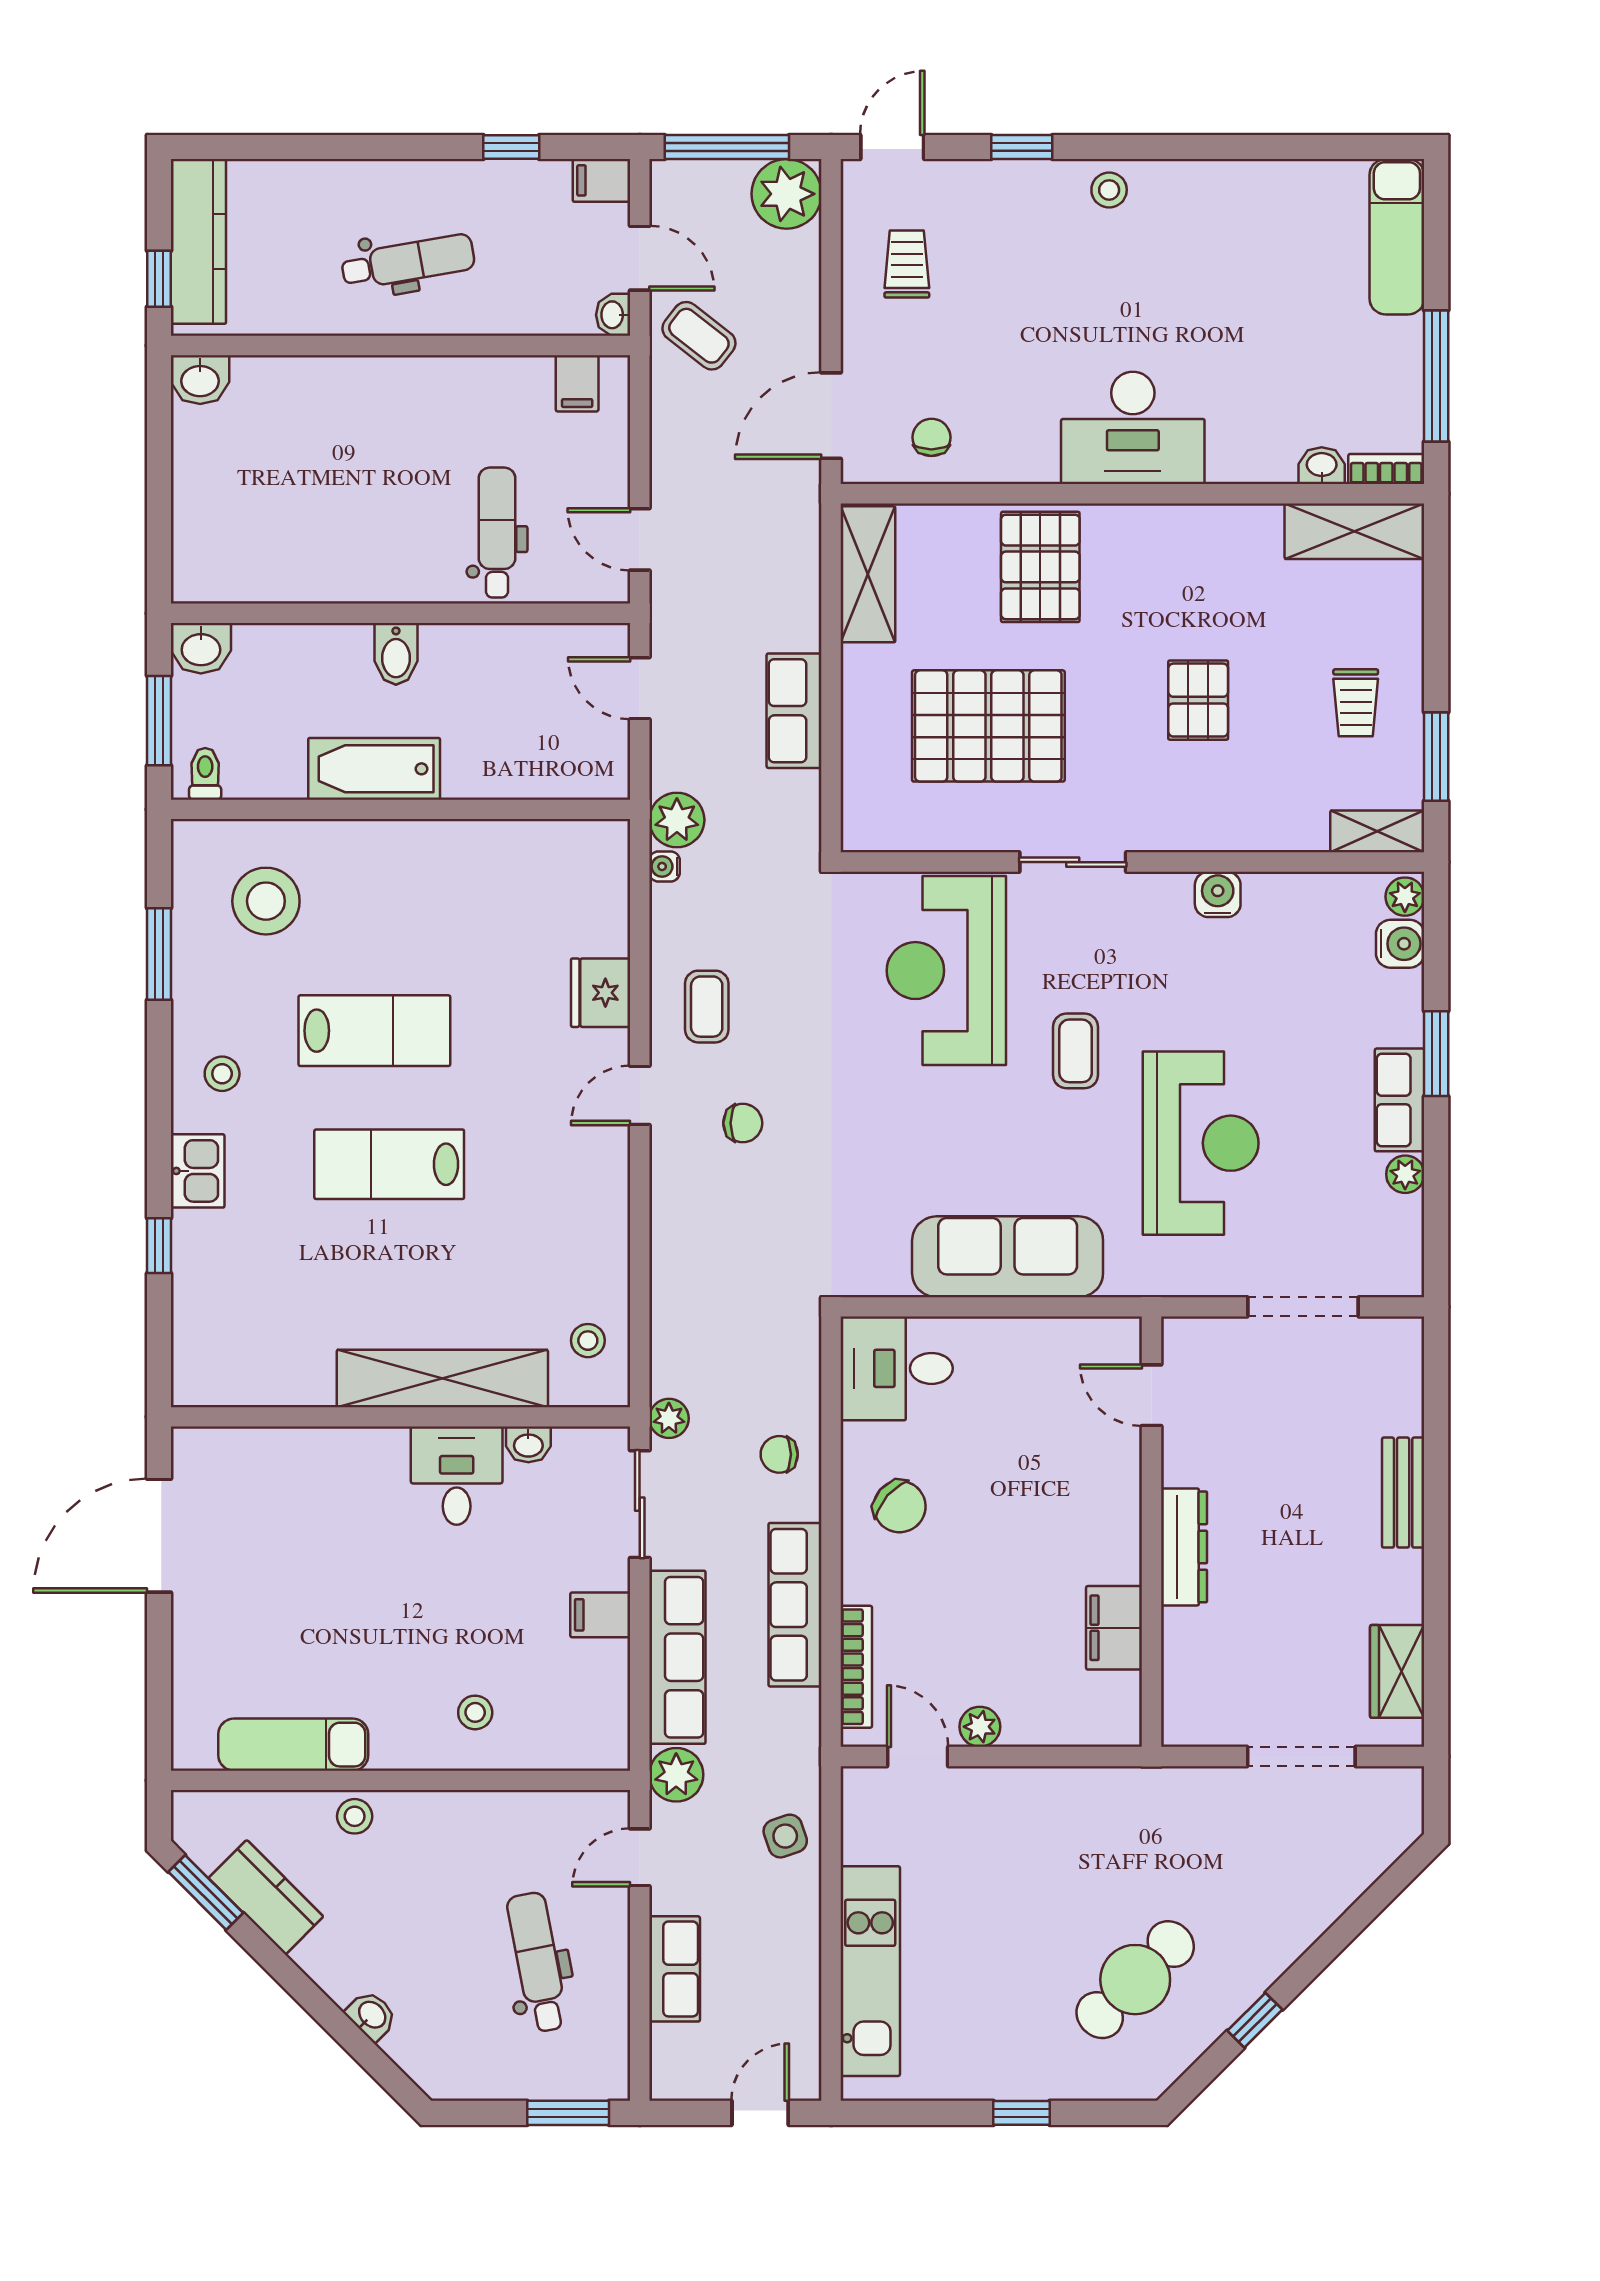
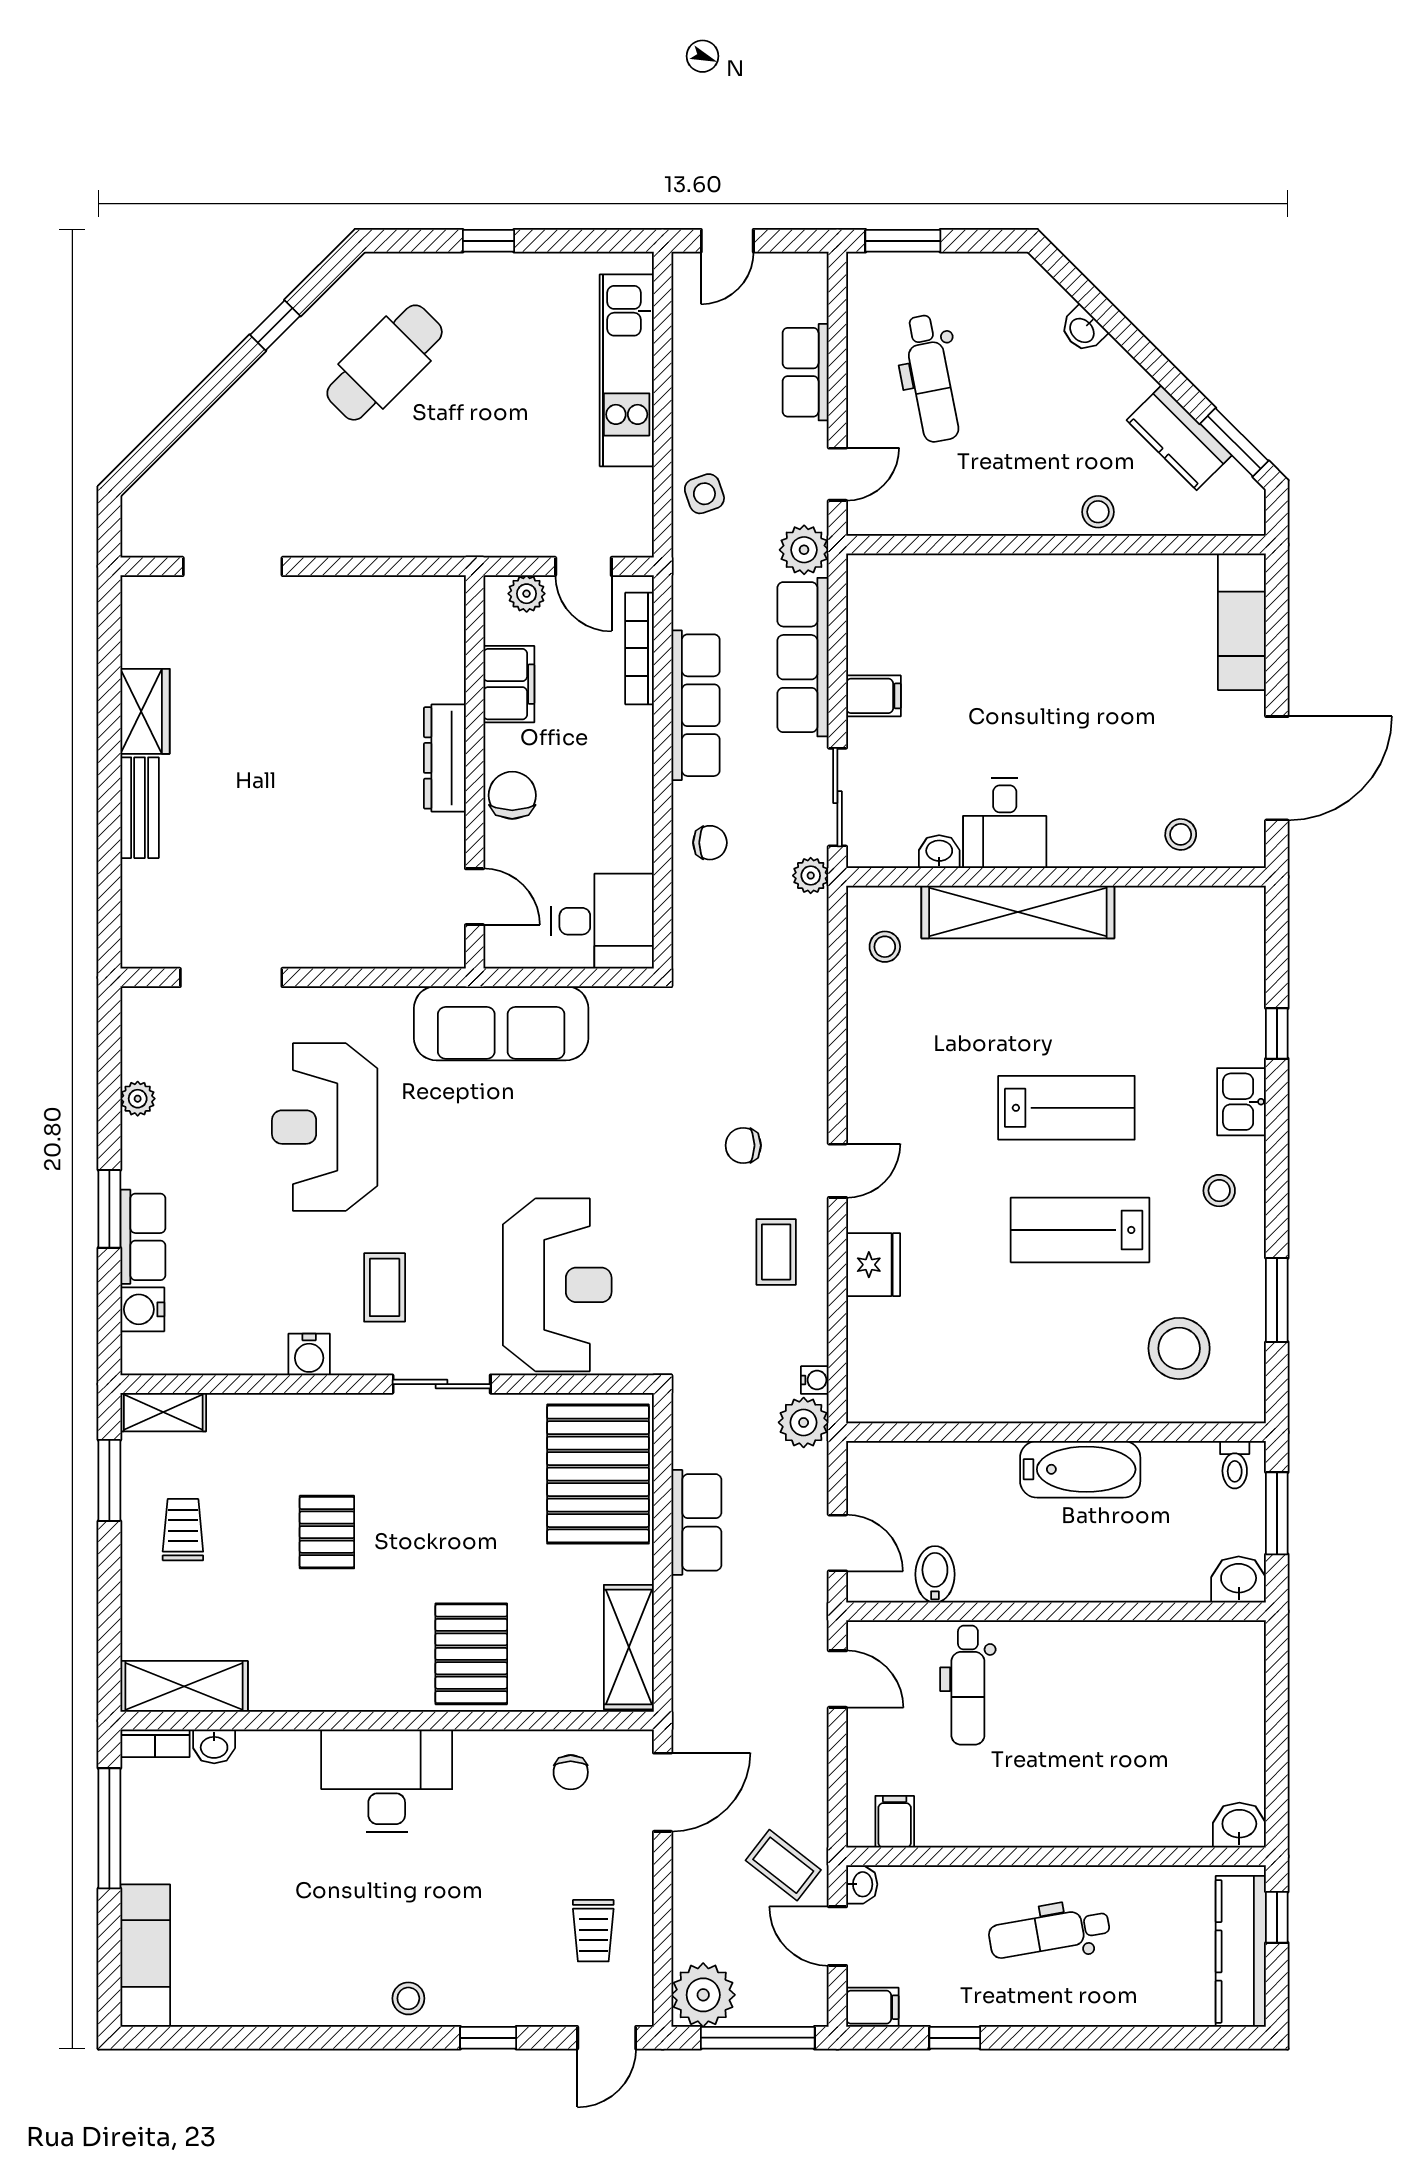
bidet: (396, 654) -> (935, 1574), moved
pallet: (988, 726) -> (598, 1474), moved, turned 90
plant: (1405, 897) -> (138, 1352), removed
coffee table: (1076, 1051) -> (385, 1287), moved
row of seats: (1400, 1100) -> (143, 1237), moved
door: (1152, 1395) -> (475, 897), moved
chair: (900, 1507) -> (512, 795), moved, turned 49
wall: (1152, 1532) -> (475, 772), moved
dresser: (1184, 1547) -> (445, 758), moved
filing cabinet: (1114, 1628) -> (509, 684), moved
wardrobe: (1397, 1671) -> (145, 711), moved
stool: (475, 1712) -> (1181, 834), moved
exam couch: (293, 1745) -> (1242, 622), moved, turned 90

